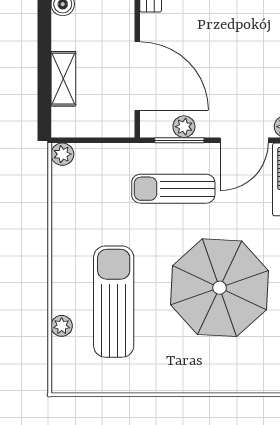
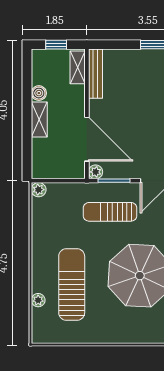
shelving: (63, 79) -> (39, 120), moved
plant: (184, 127) -> (96, 172), moved

